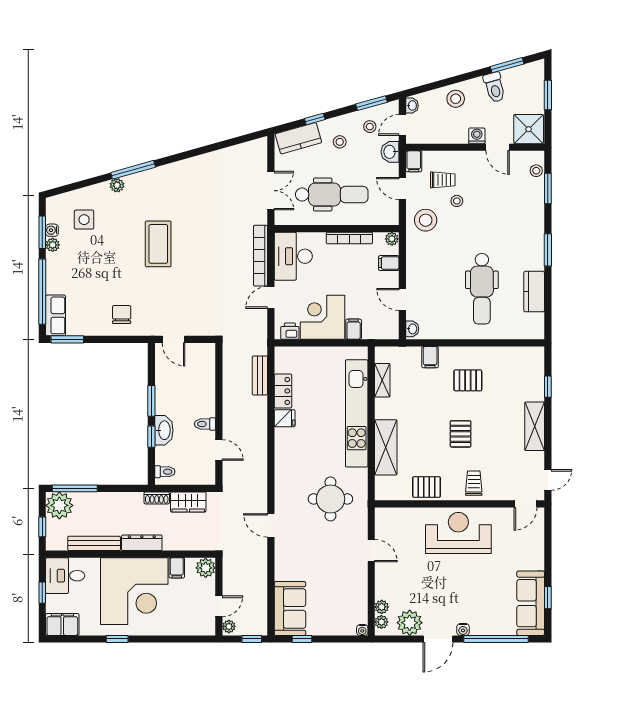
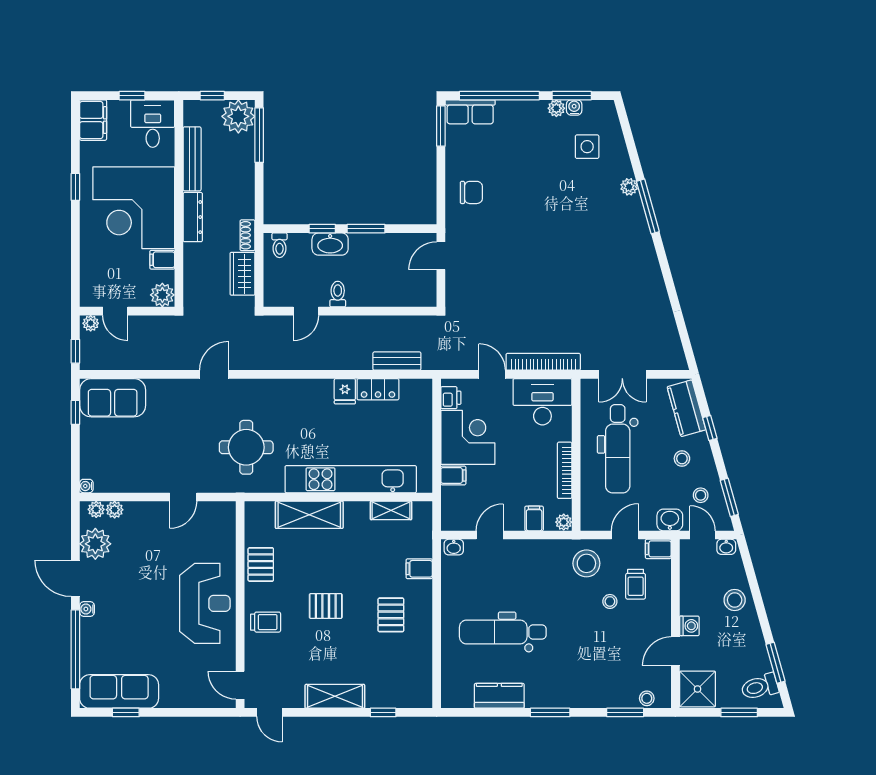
toilet: (495, 87) -> (760, 687), moved
coffee table: (158, 244) -> (557, 237), removed

